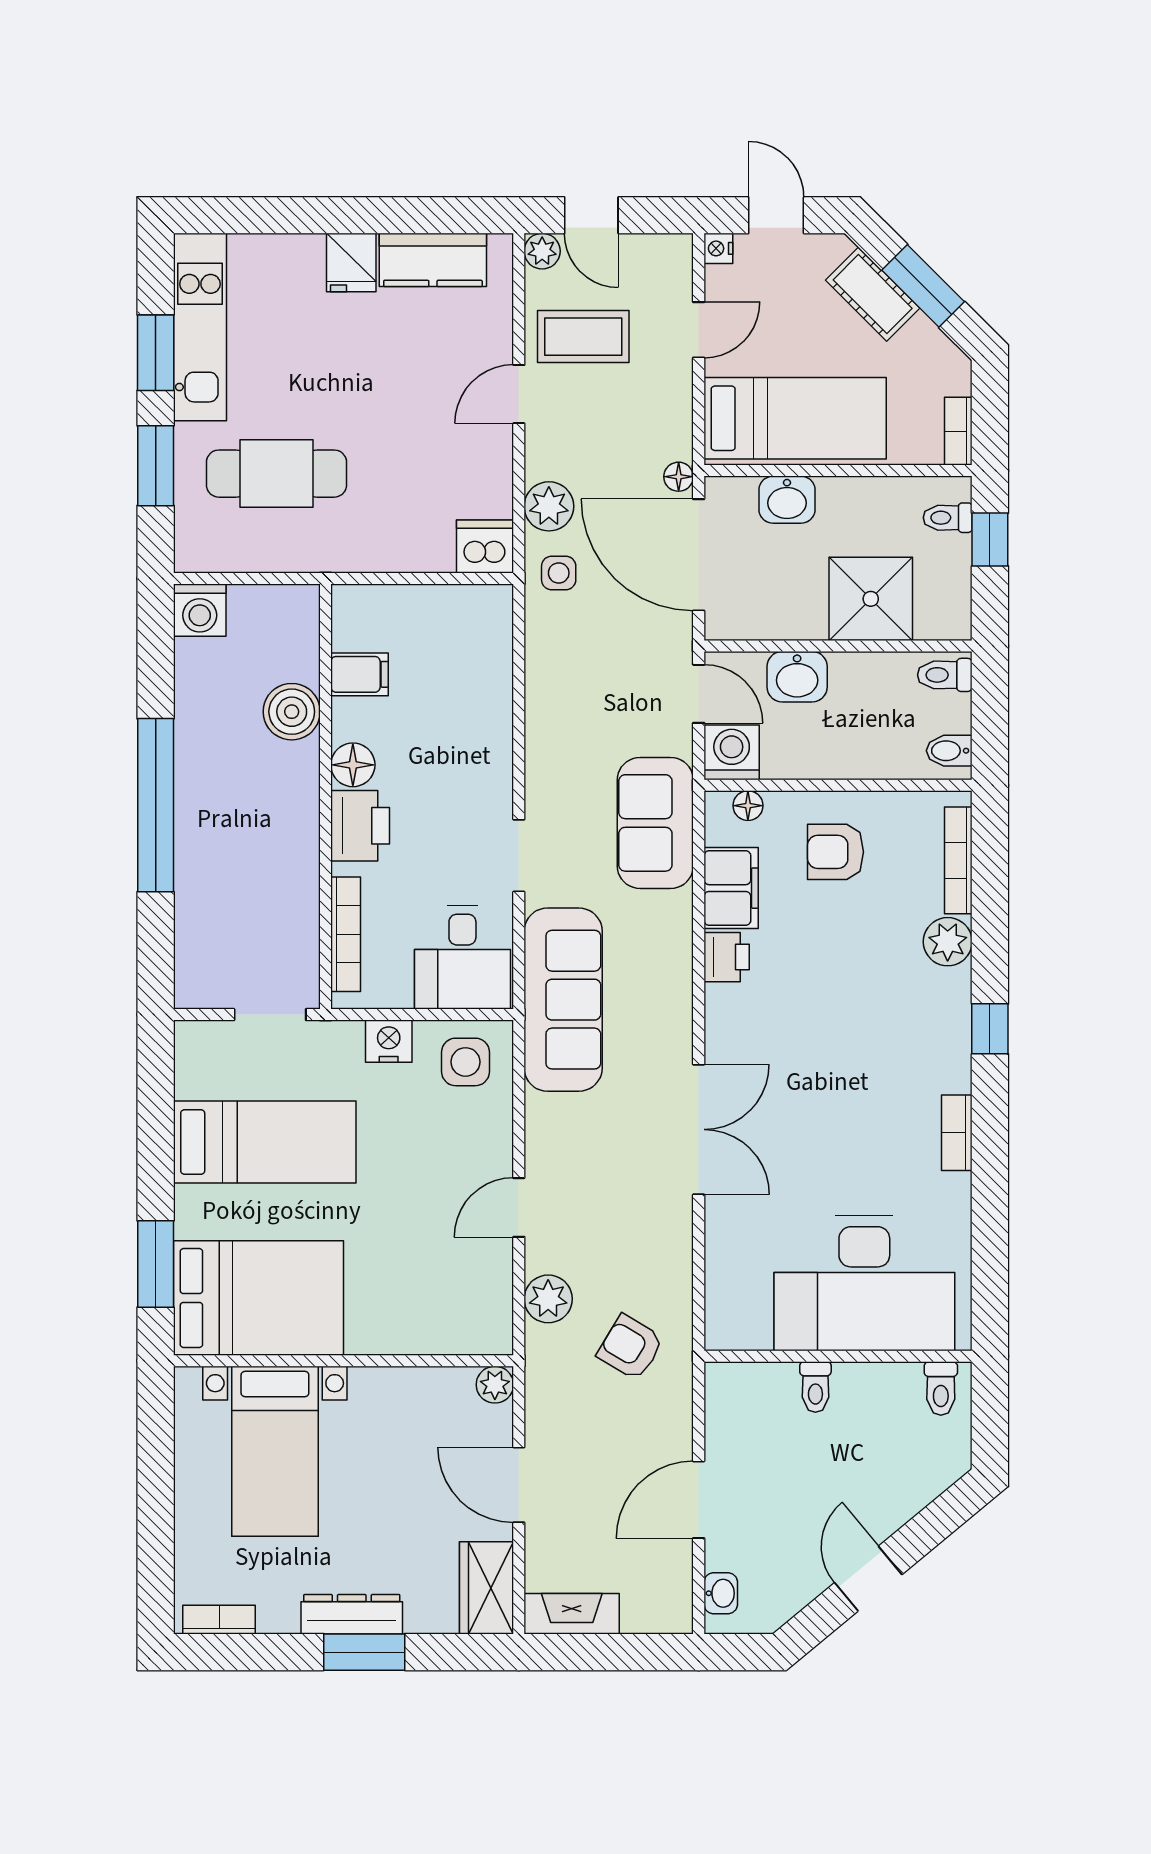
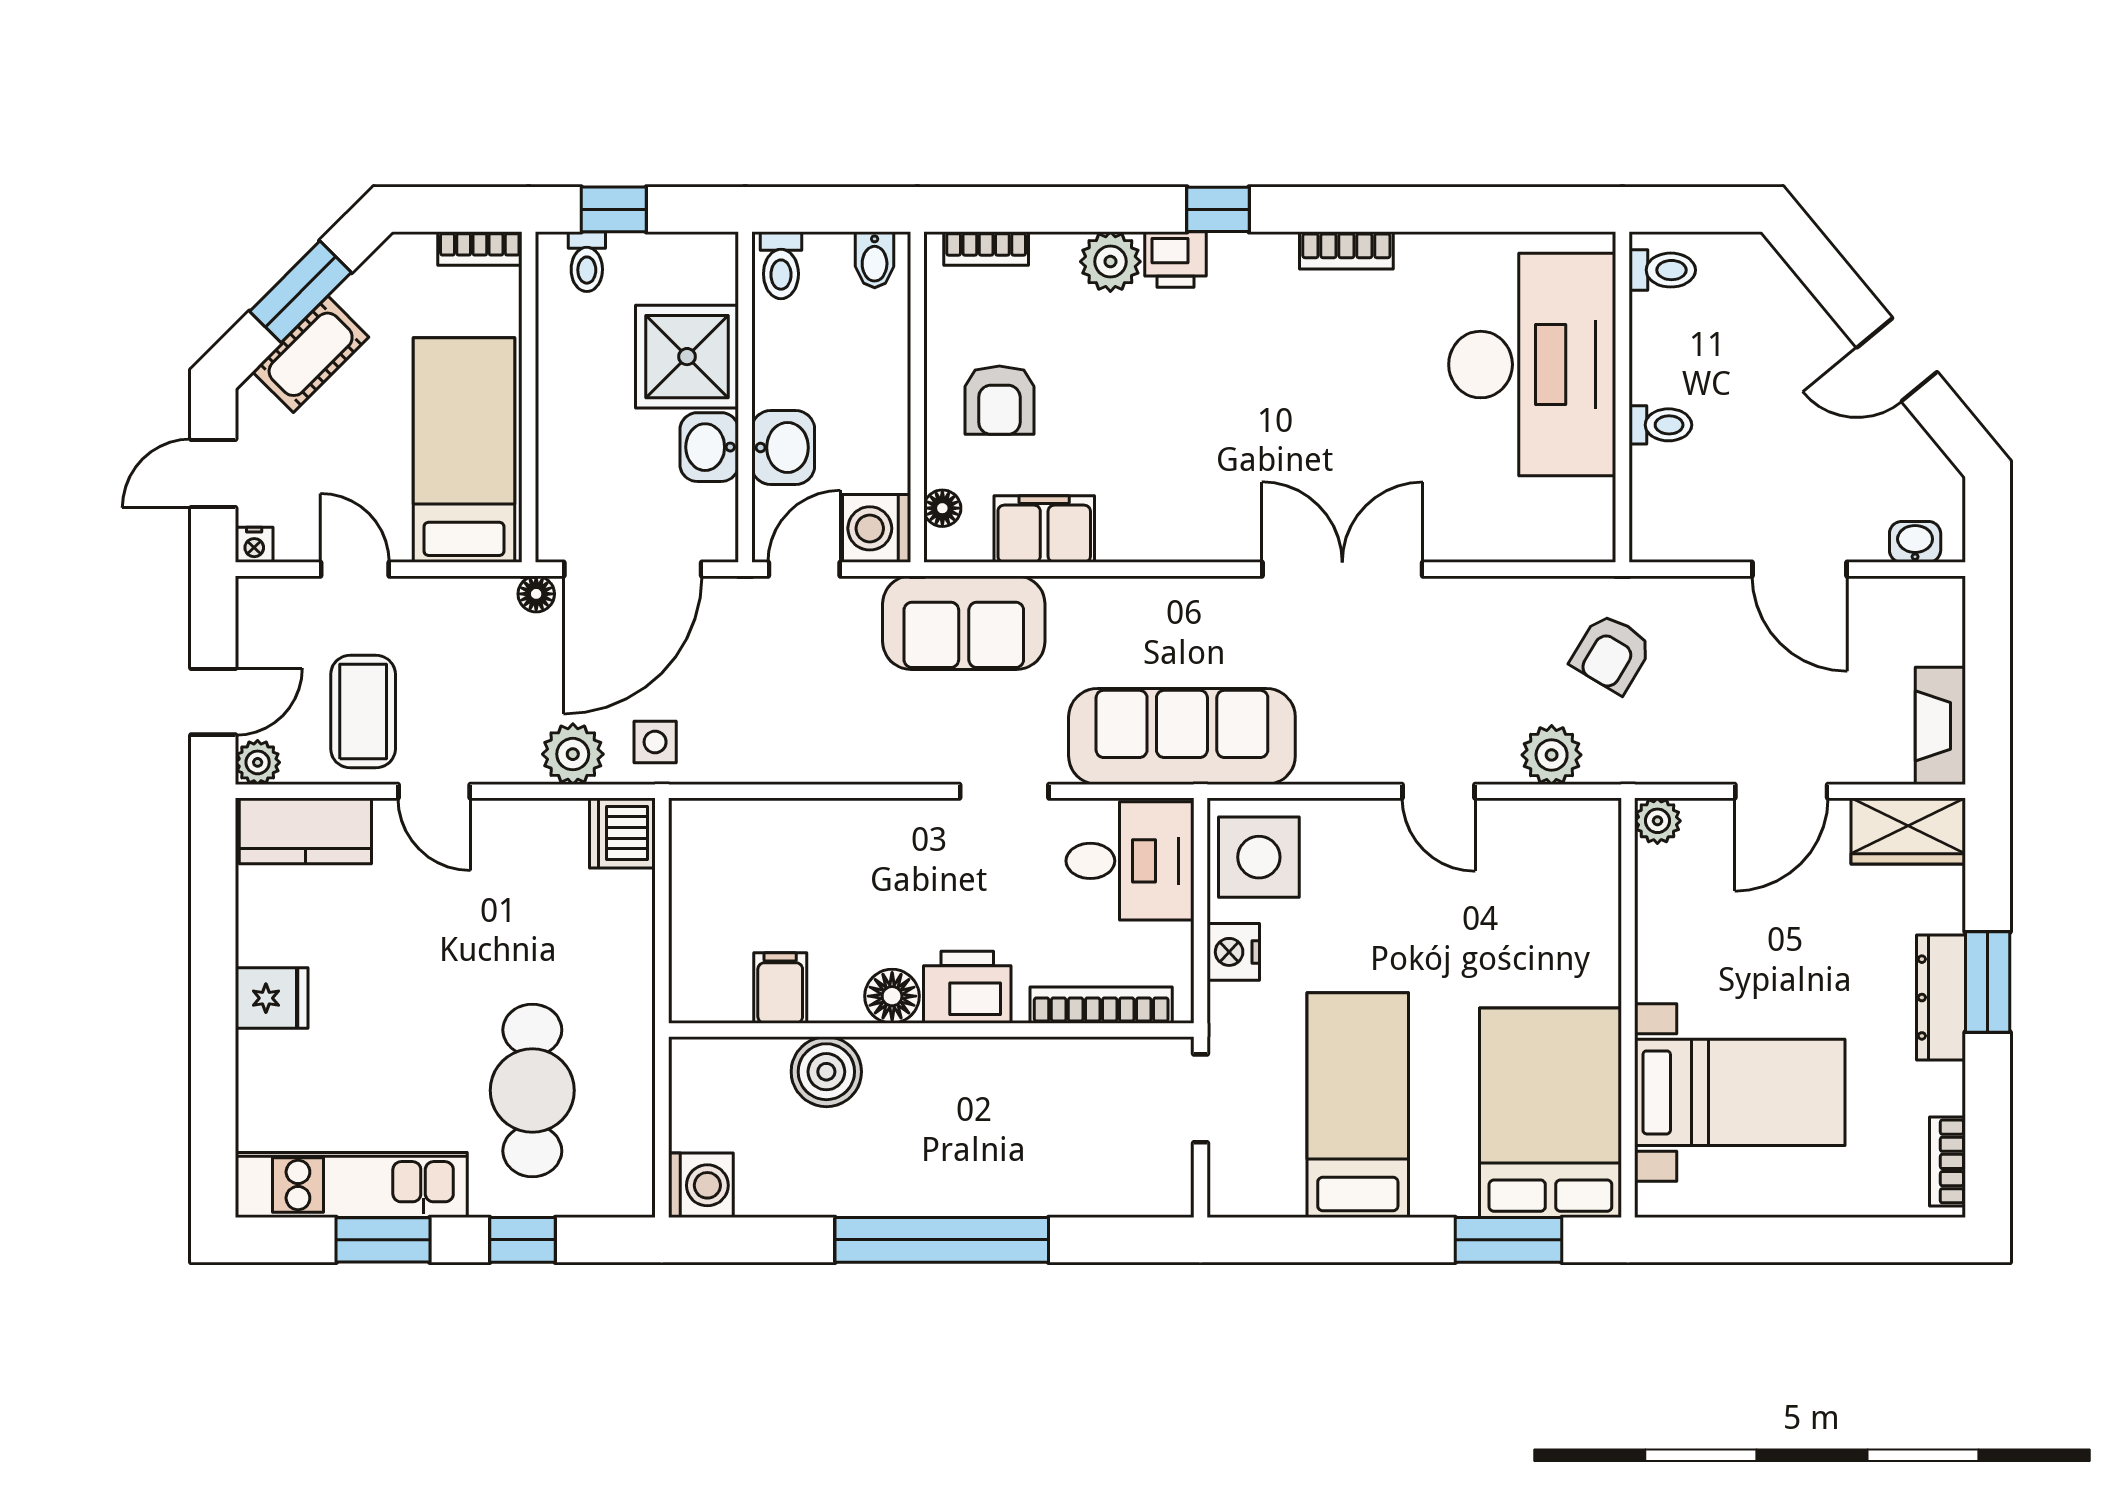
kitchen counter: (433, 260) -> (305, 831), moved, turned 90
window: (156, 466) -> (522, 1240), width x0.67
washbasin: (787, 500) -> (709, 447), moved, turned 180
bookcase: (958, 860) -> (986, 248), width x0.64
printer: (727, 957) -> (1176, 259), moved, turned 180
side table: (465, 1062) -> (1259, 857), width x1.37, depth x1.37

